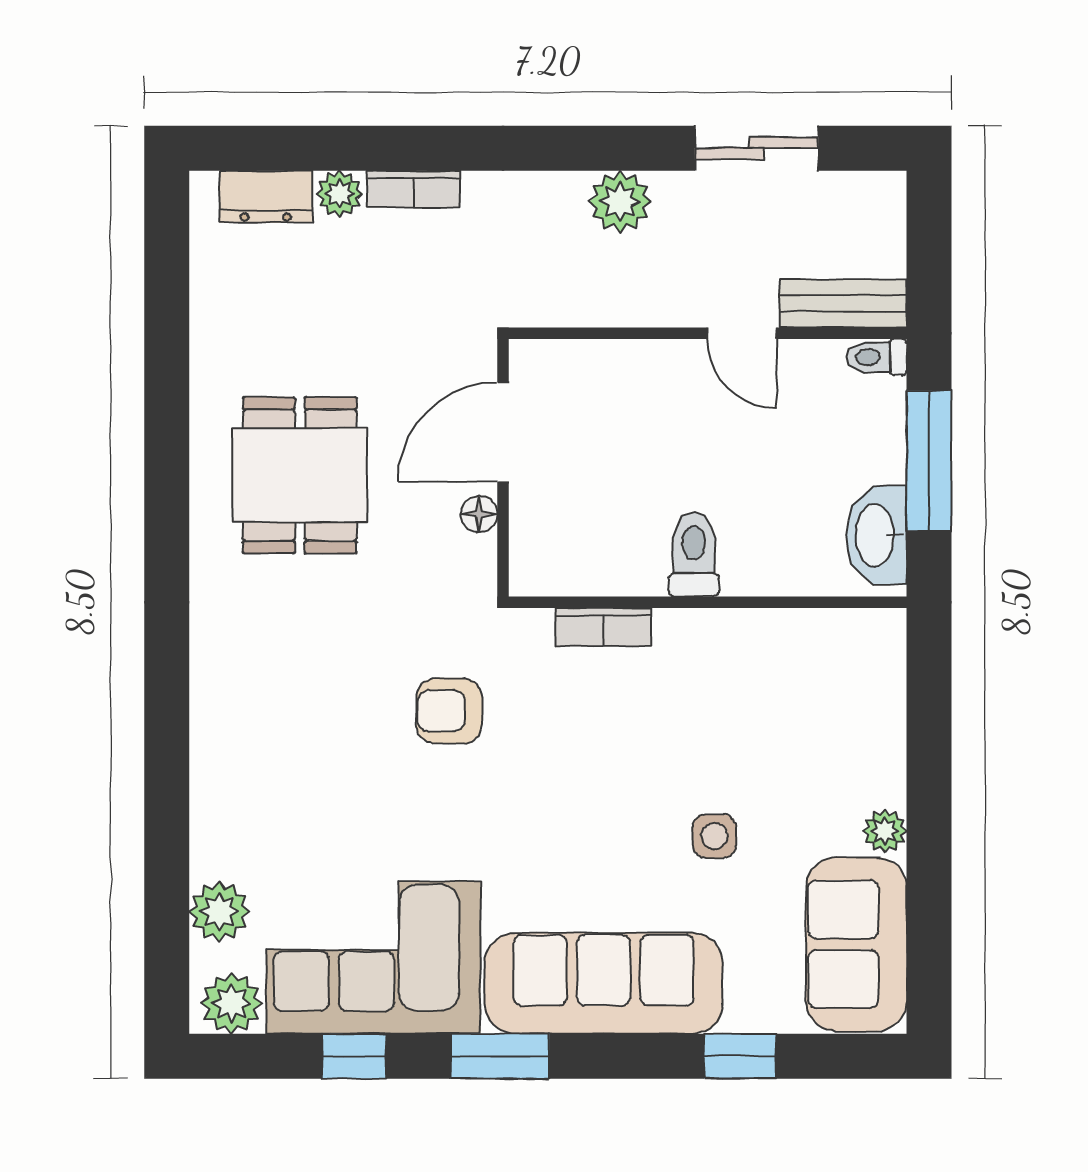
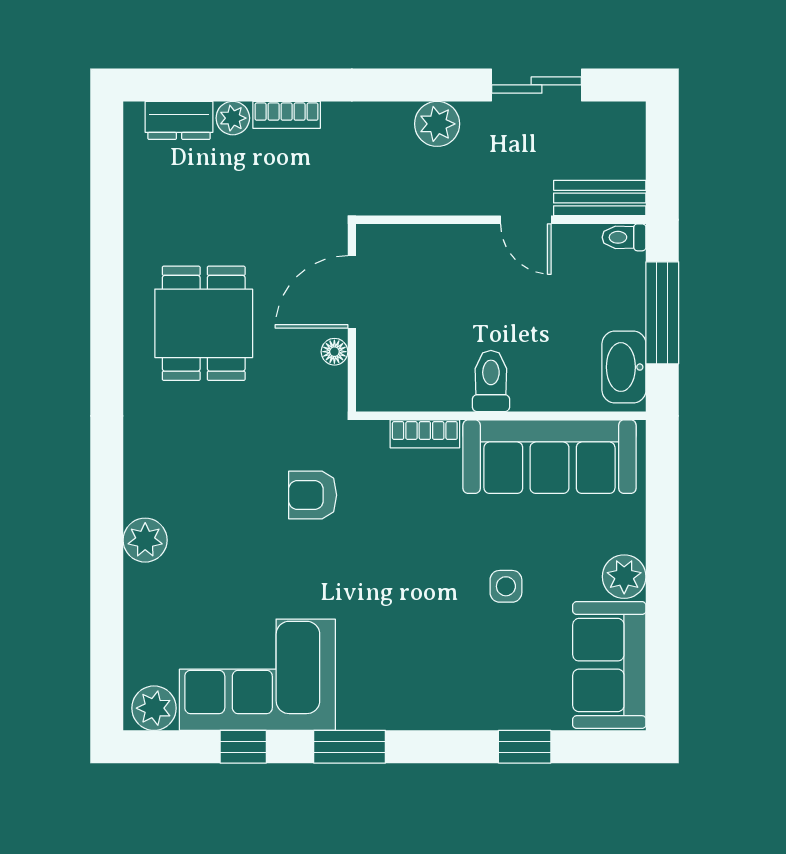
plant: (885, 831) -> (624, 577), width x1.38, depth x1.38
plant: (219, 912) -> (145, 540), moved
sofa: (604, 983) -> (549, 457), moved, turned 180

